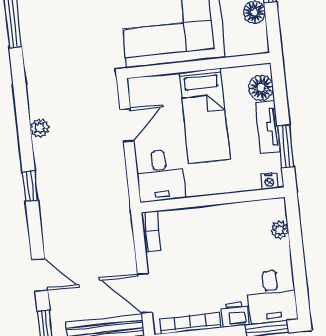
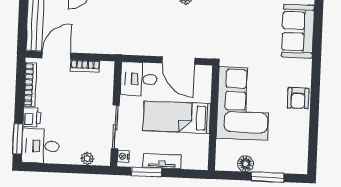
floor lamp: (261, 88) -> (191, 161), removed
door: (127, 125) -> (178, 61), width x1.38
sliding door: (231, 198) -> (115, 127), added
bookcase: (151, 231) -> (85, 66), moved

